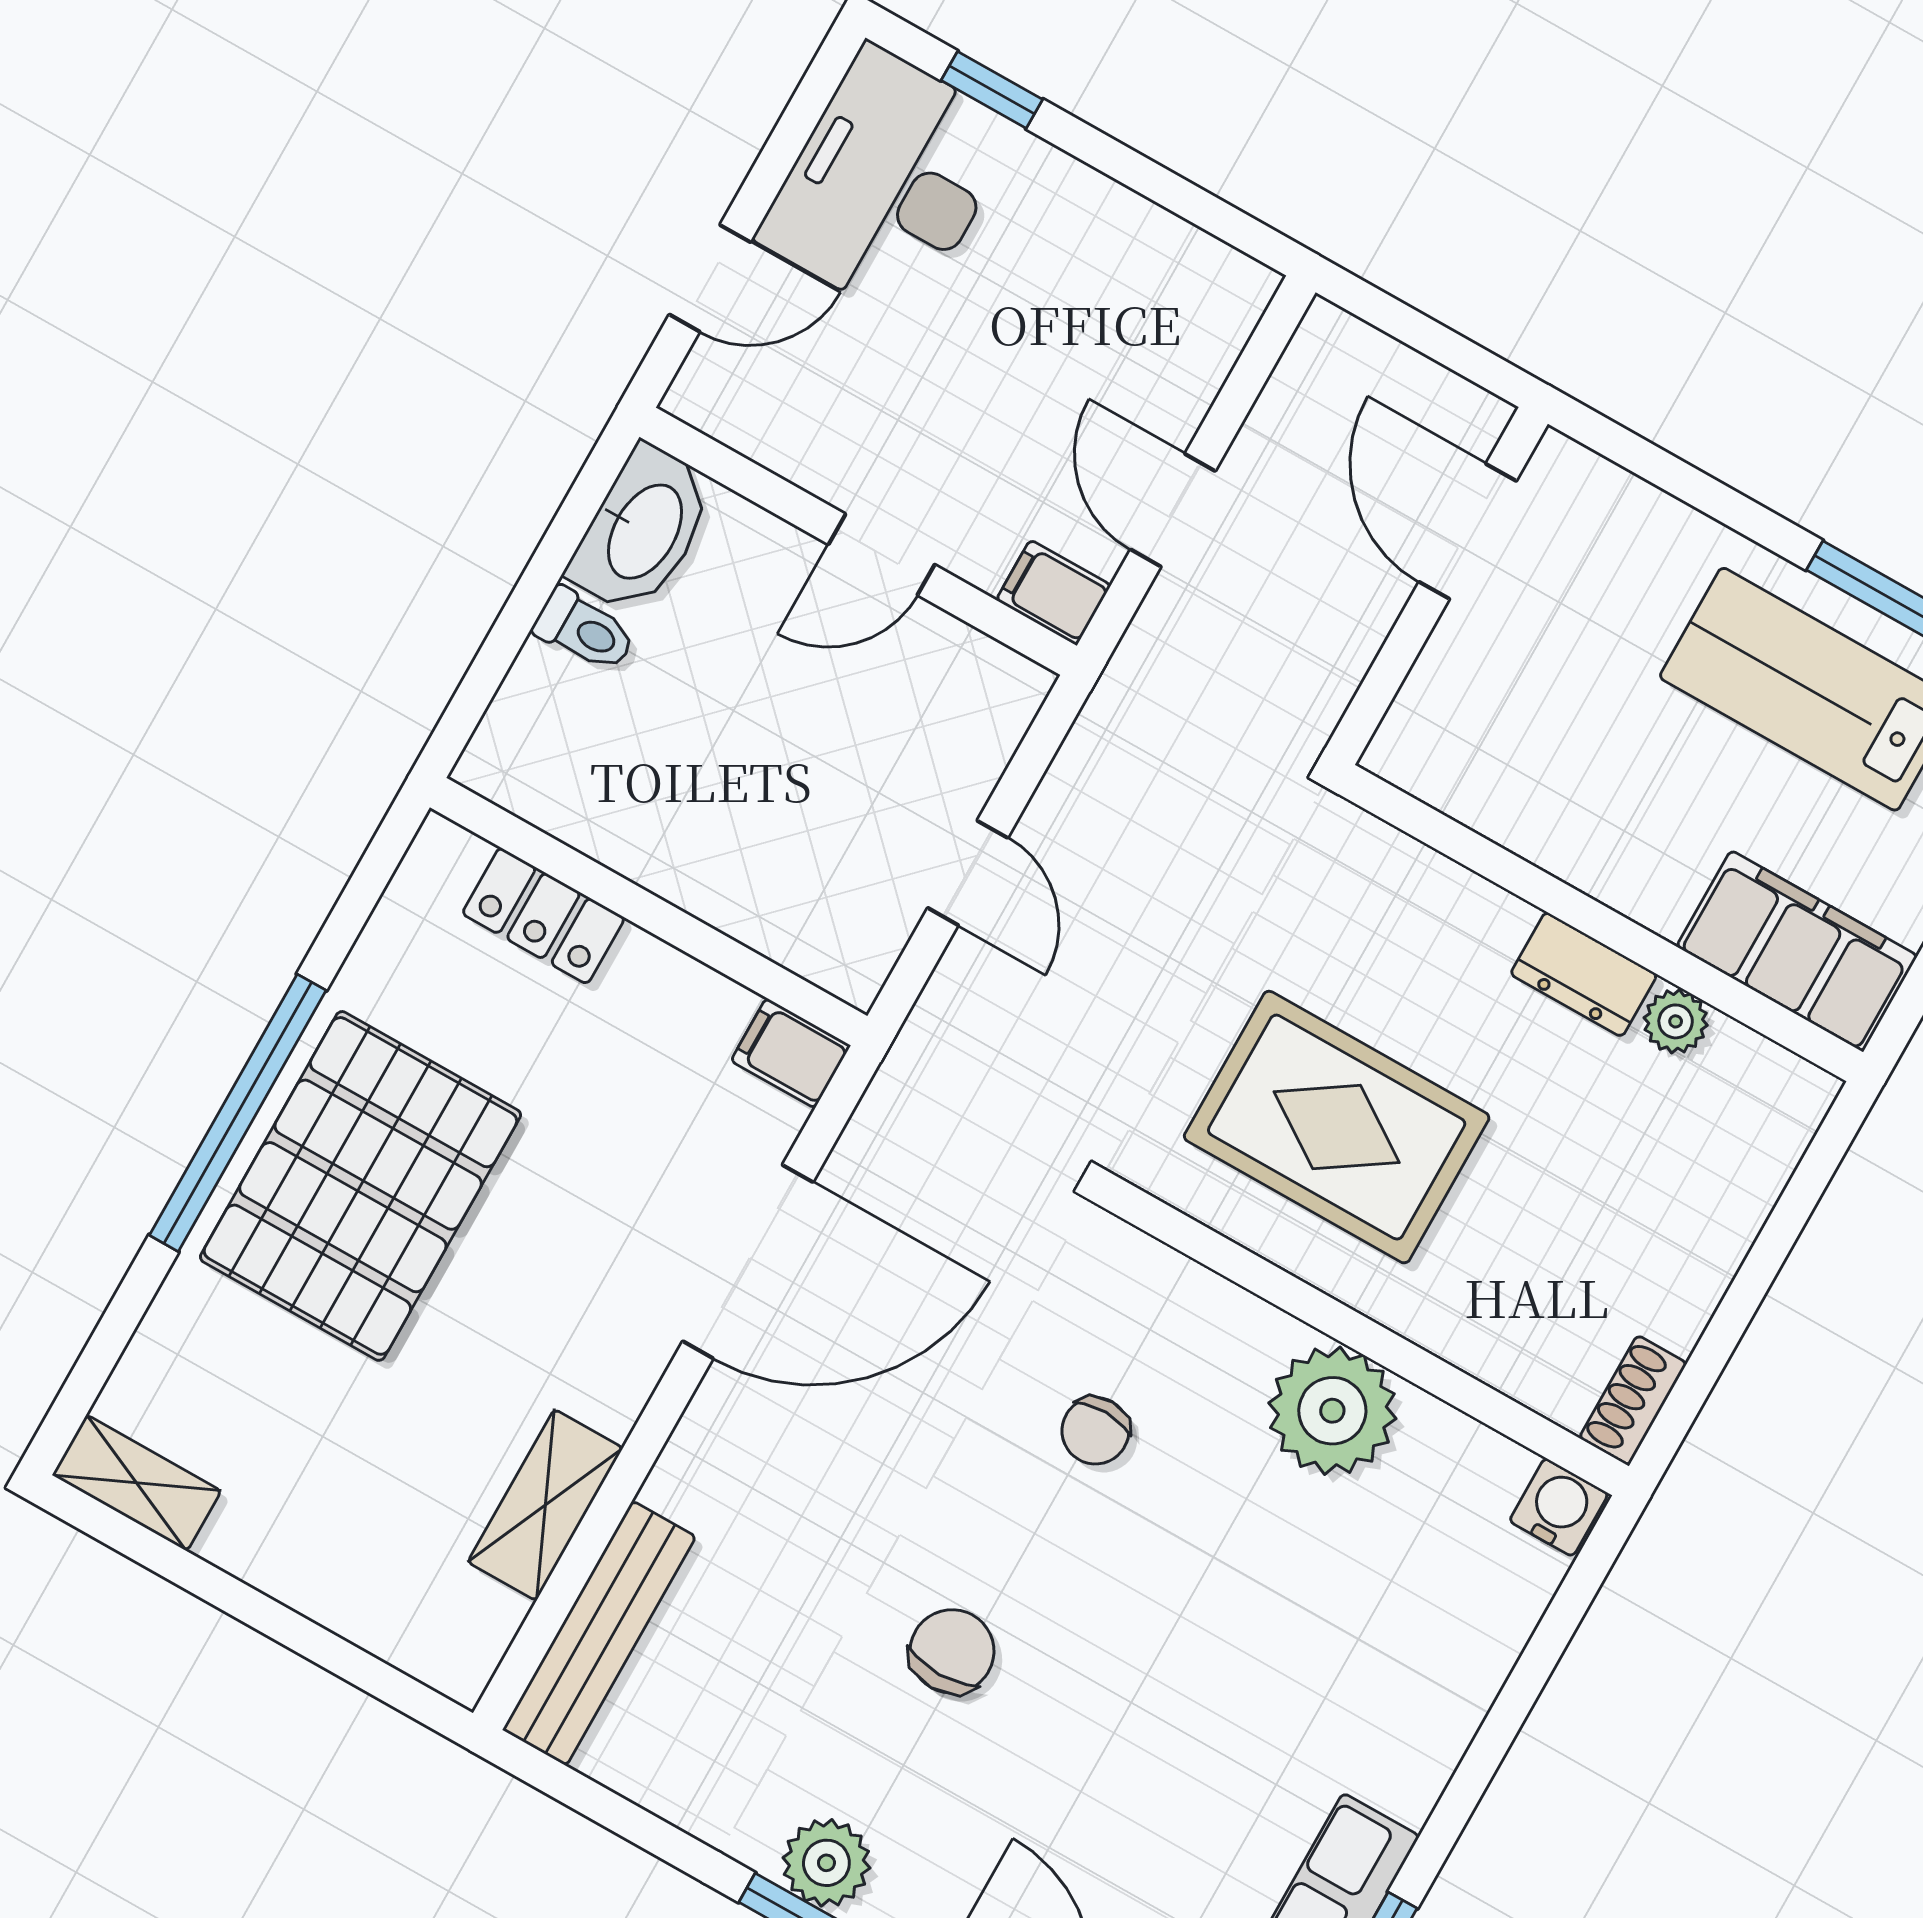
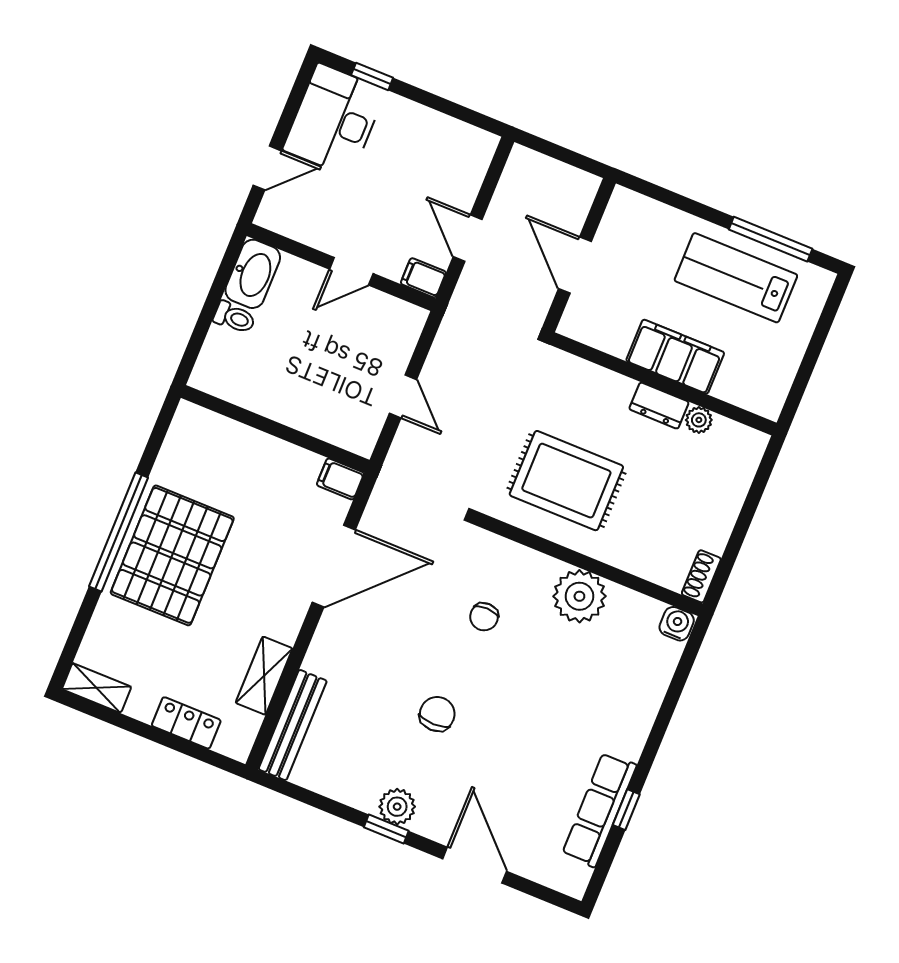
door: (1468, 531) -> (575, 265), moved
locker: (543, 916) -> (186, 723), moved, turned 180
filing cabinet: (1797, 951) -> (675, 357), moved

